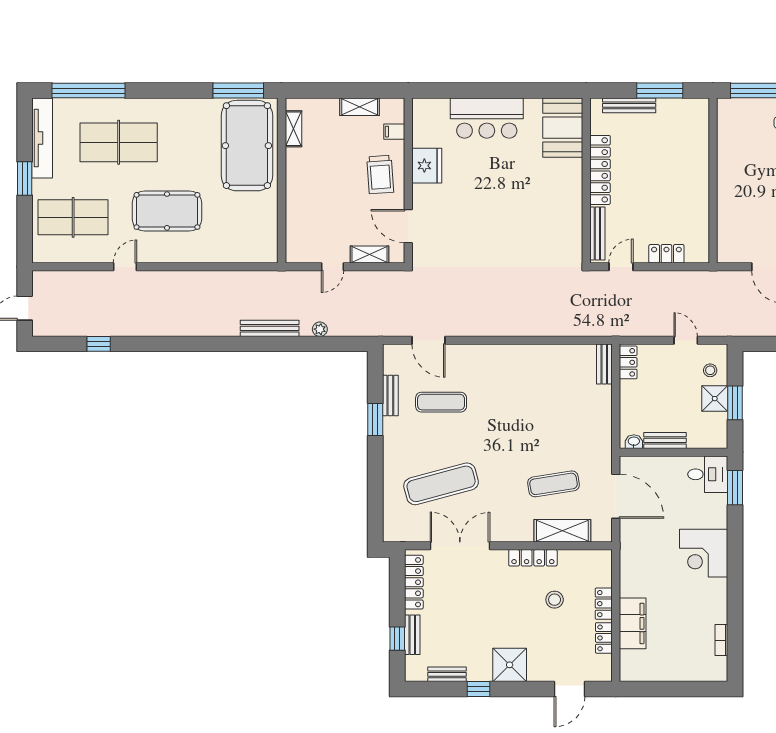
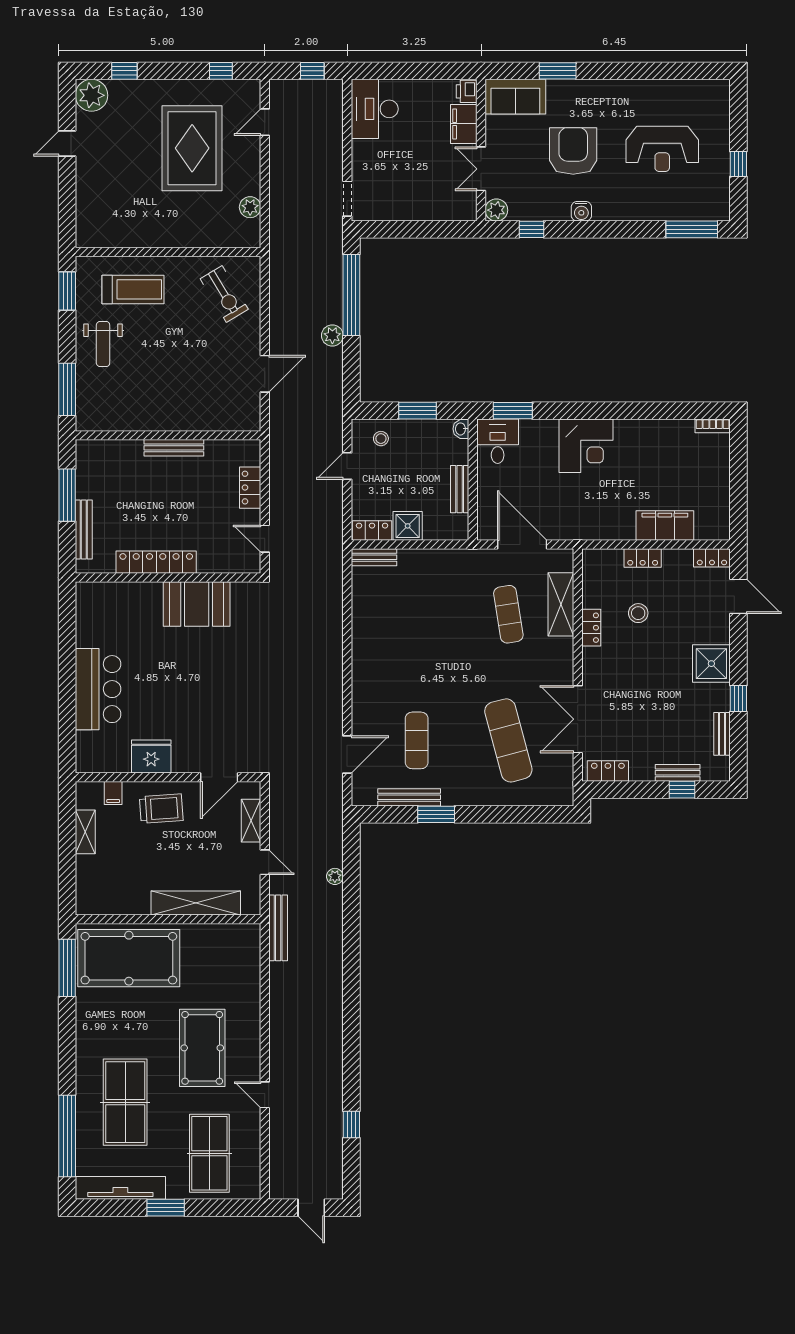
booth: (563, 128) -> (197, 604), moved
shelving: (293, 129) -> (196, 903), moved, width x2.20, depth x1.33
bench: (597, 234) -> (174, 448), moved
bench: (270, 328) -> (278, 928), moved
bench: (390, 395) -> (409, 797), width x1.36
shower: (715, 399) -> (408, 526), moved
washbasin: (634, 442) -> (461, 429), moved
door: (616, 496) -> (522, 545), hinge flipped
locker: (533, 558) -> (591, 628), width x0.66
locker: (414, 582) -> (608, 771), width x0.66
locker: (604, 638) -> (712, 558), moved
bookcase: (721, 640) -> (713, 426), moved

